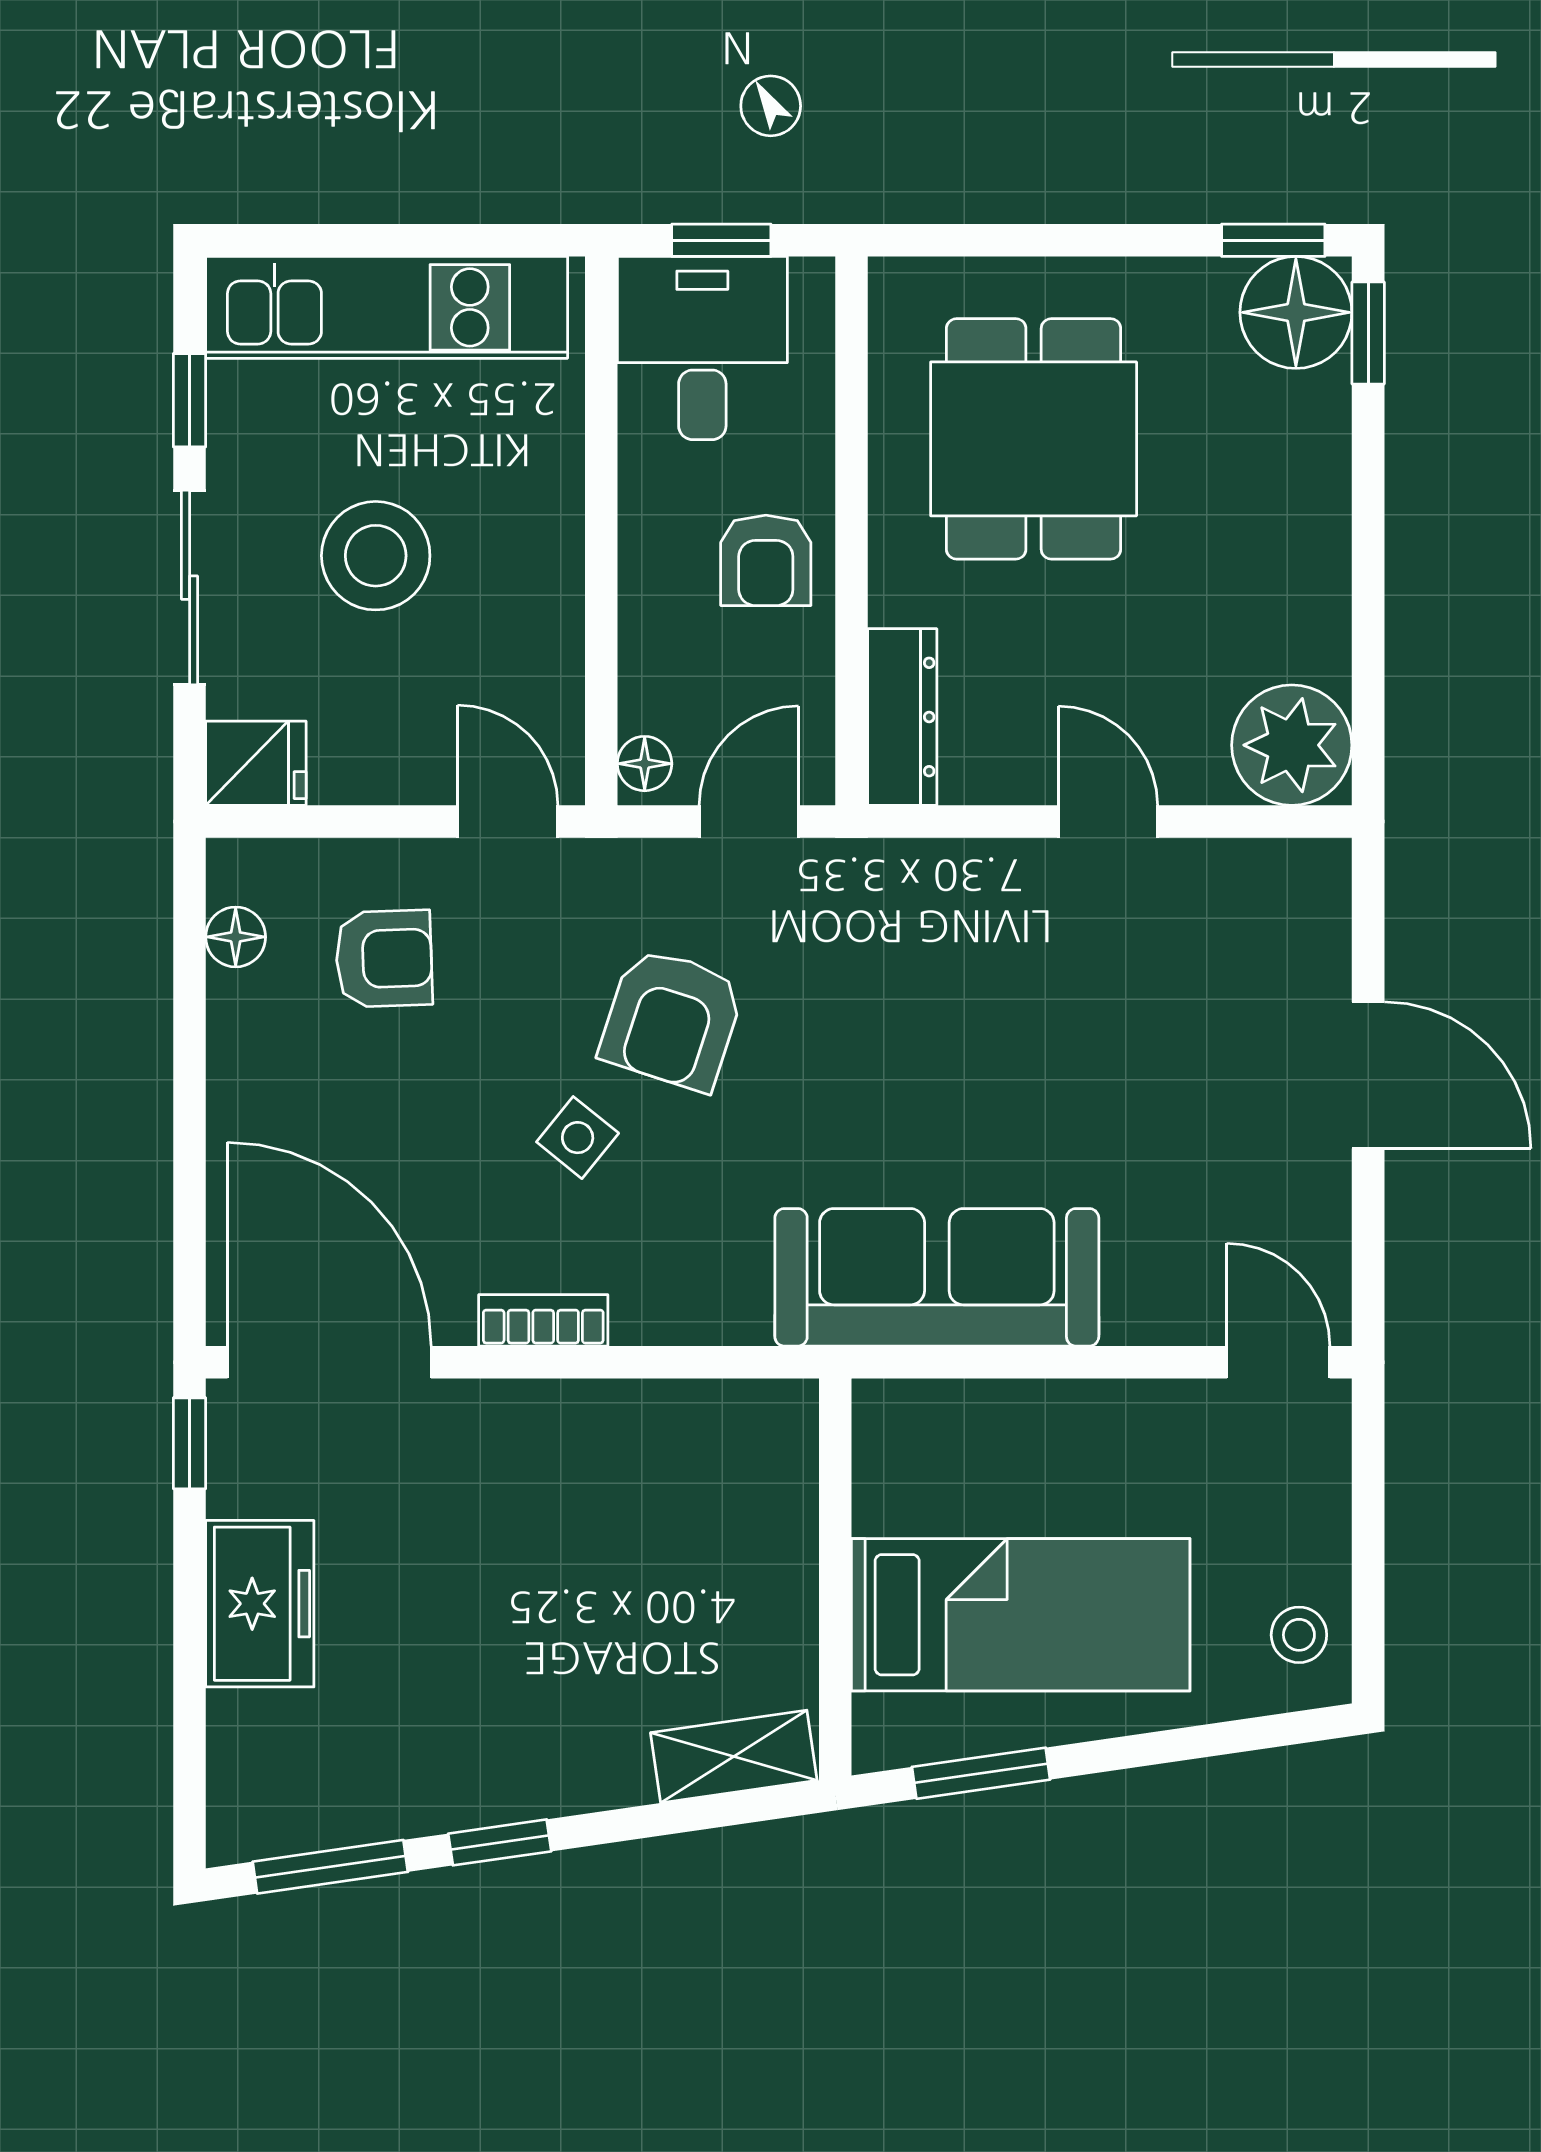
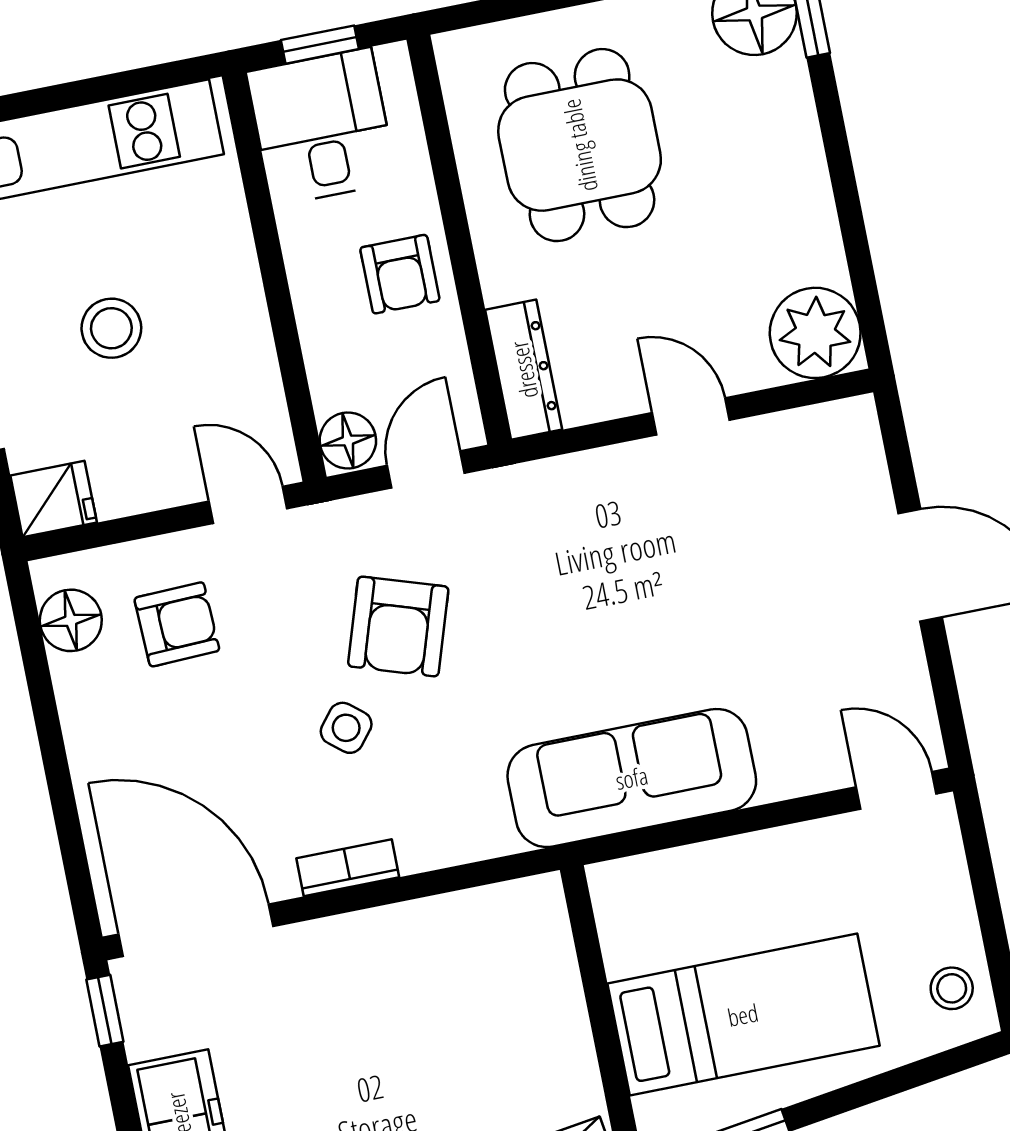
stool: (376, 556) -> (111, 328), width x0.73, depth x0.73
floor lamp: (645, 764) -> (348, 441), width x1.37, depth x1.37
floor lamp: (236, 937) -> (71, 620), width x1.37, depth x1.37

